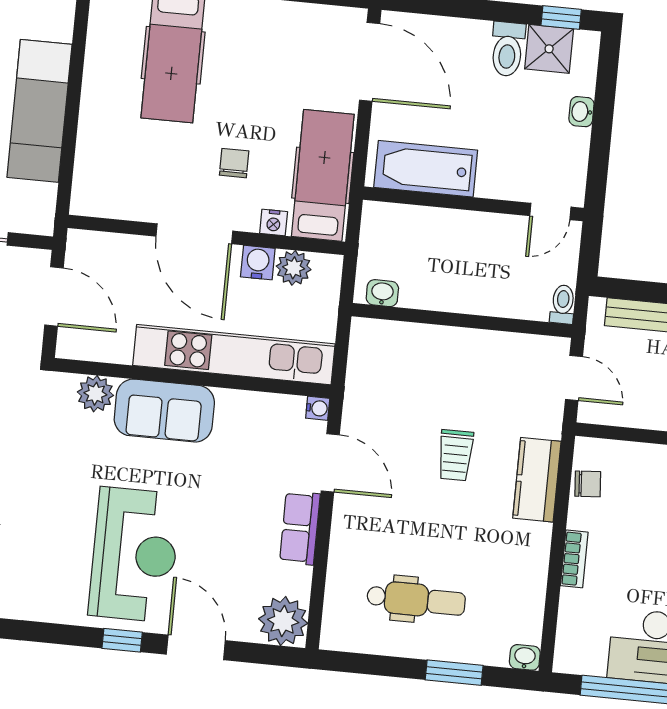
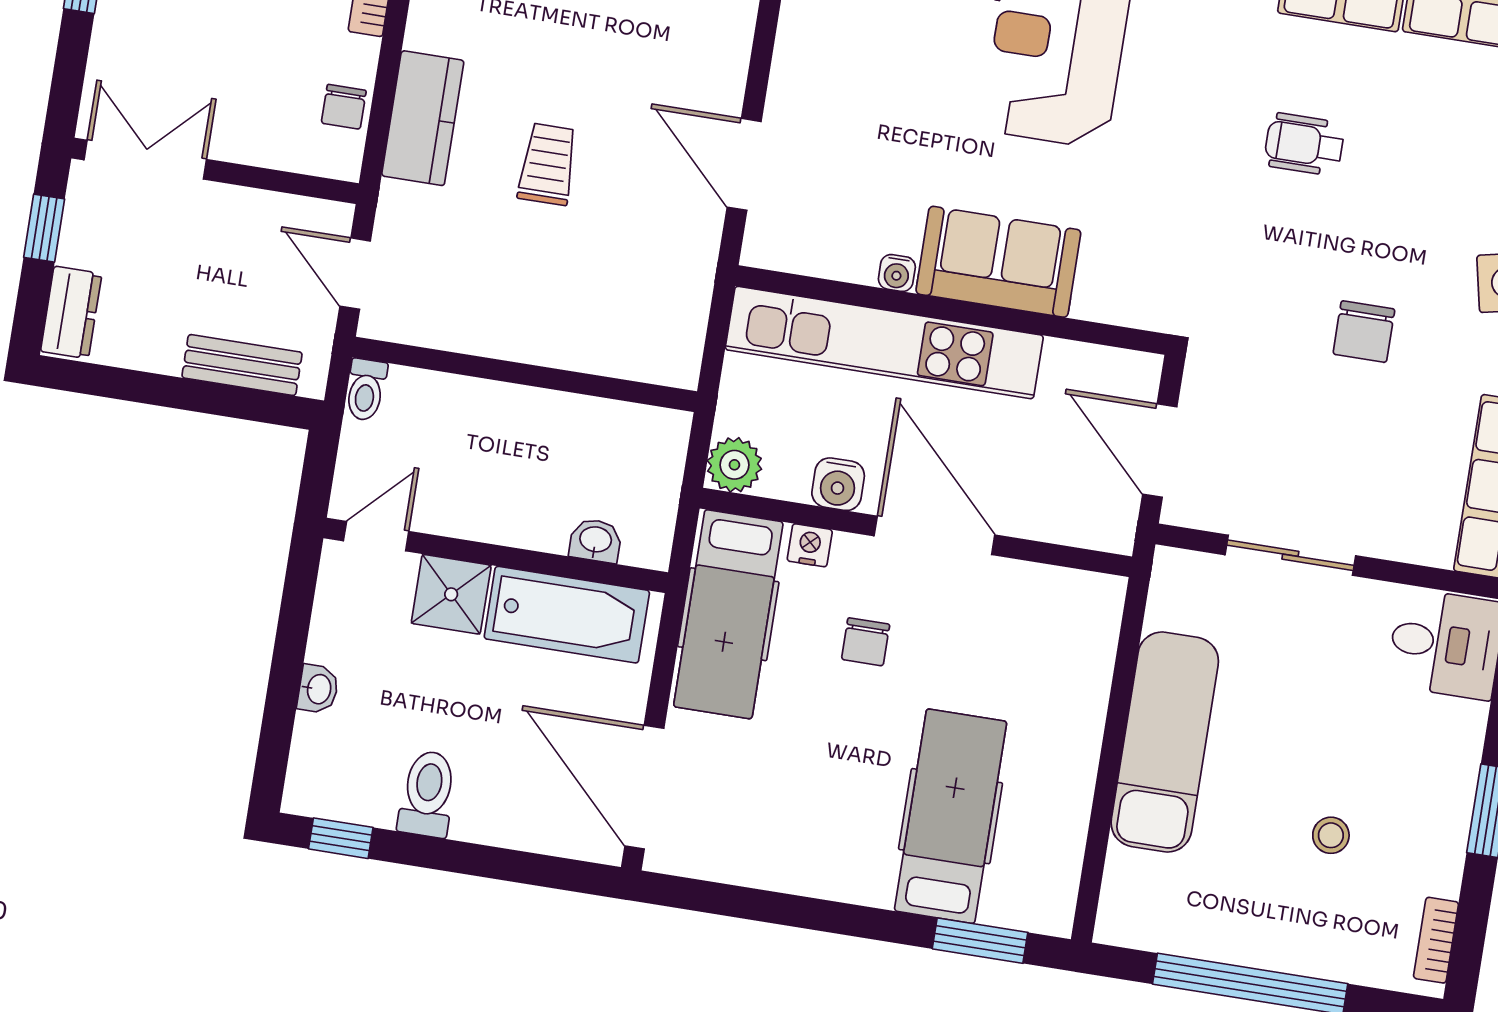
shower: (549, 49) -> (451, 594), moved
plant: (294, 268) -> (734, 465), moved
washbasin: (382, 293) -> (595, 541), moved, turned 180
plant: (95, 394) -> (1104, 295), removed
water cooler: (318, 408) -> (897, 273), moved, turned -90
chair: (588, 484) -> (344, 107), turned -86
row of seats: (300, 528) -> (798, 65), removed

